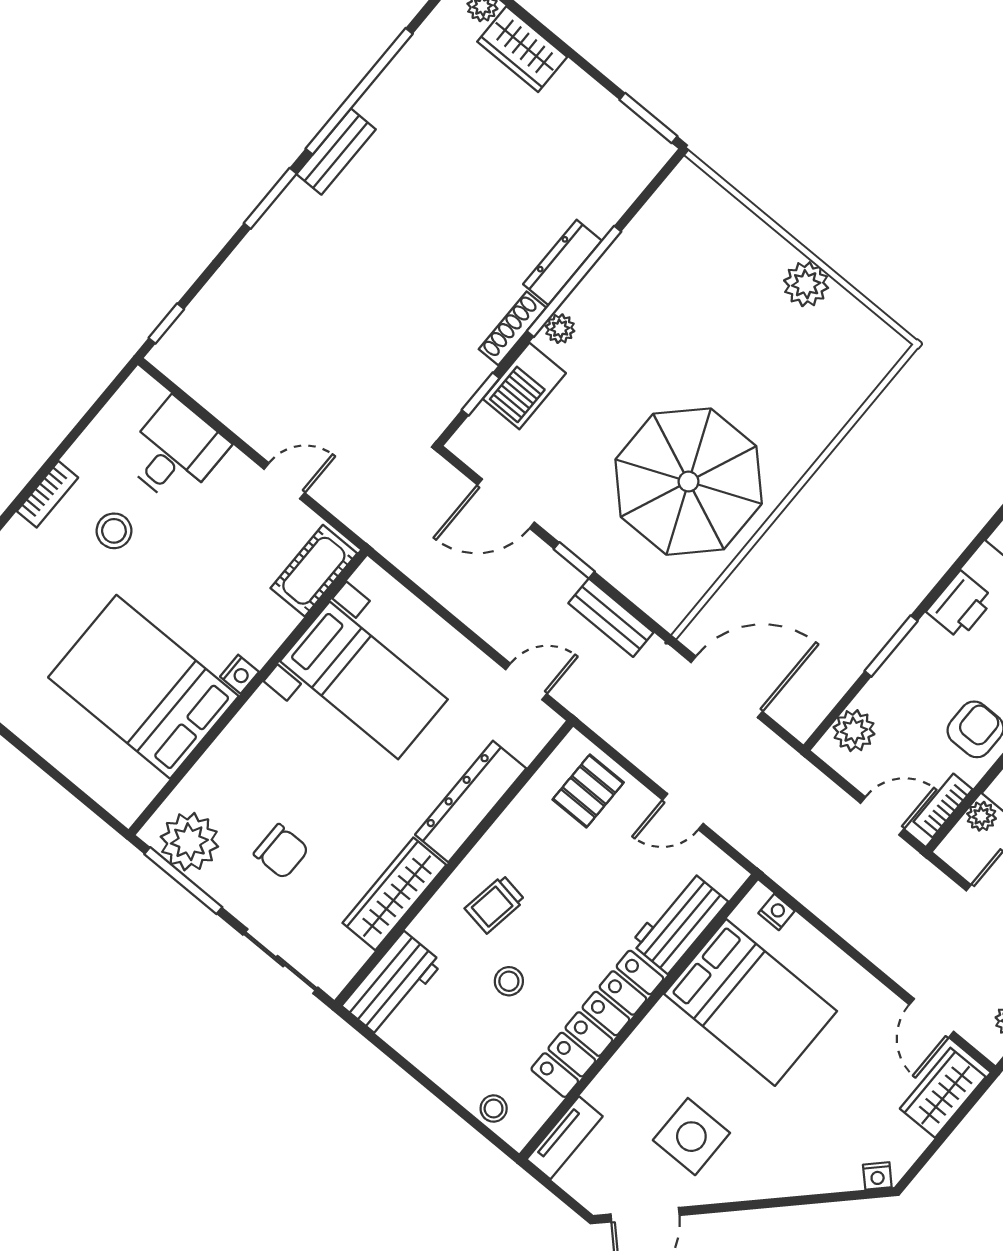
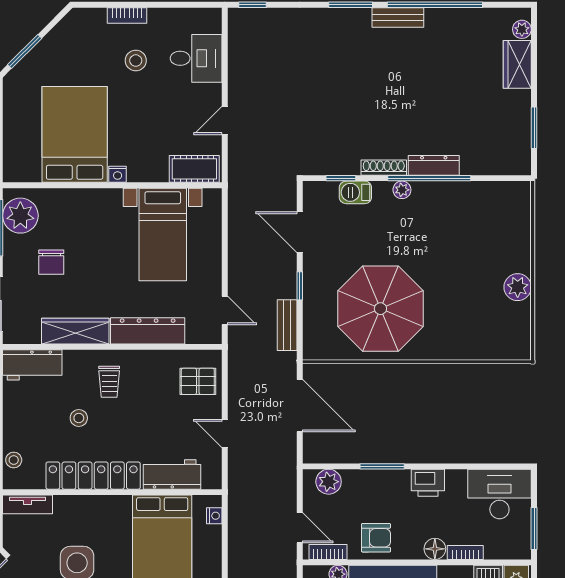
window: (648, 118) -> (534, 128), moved
barbecue: (524, 386) -> (355, 192), width x0.73, depth x0.79
door: (284, 481) -> (225, 120), swing flipped
trolley: (495, 904) -> (109, 382), turned -99

